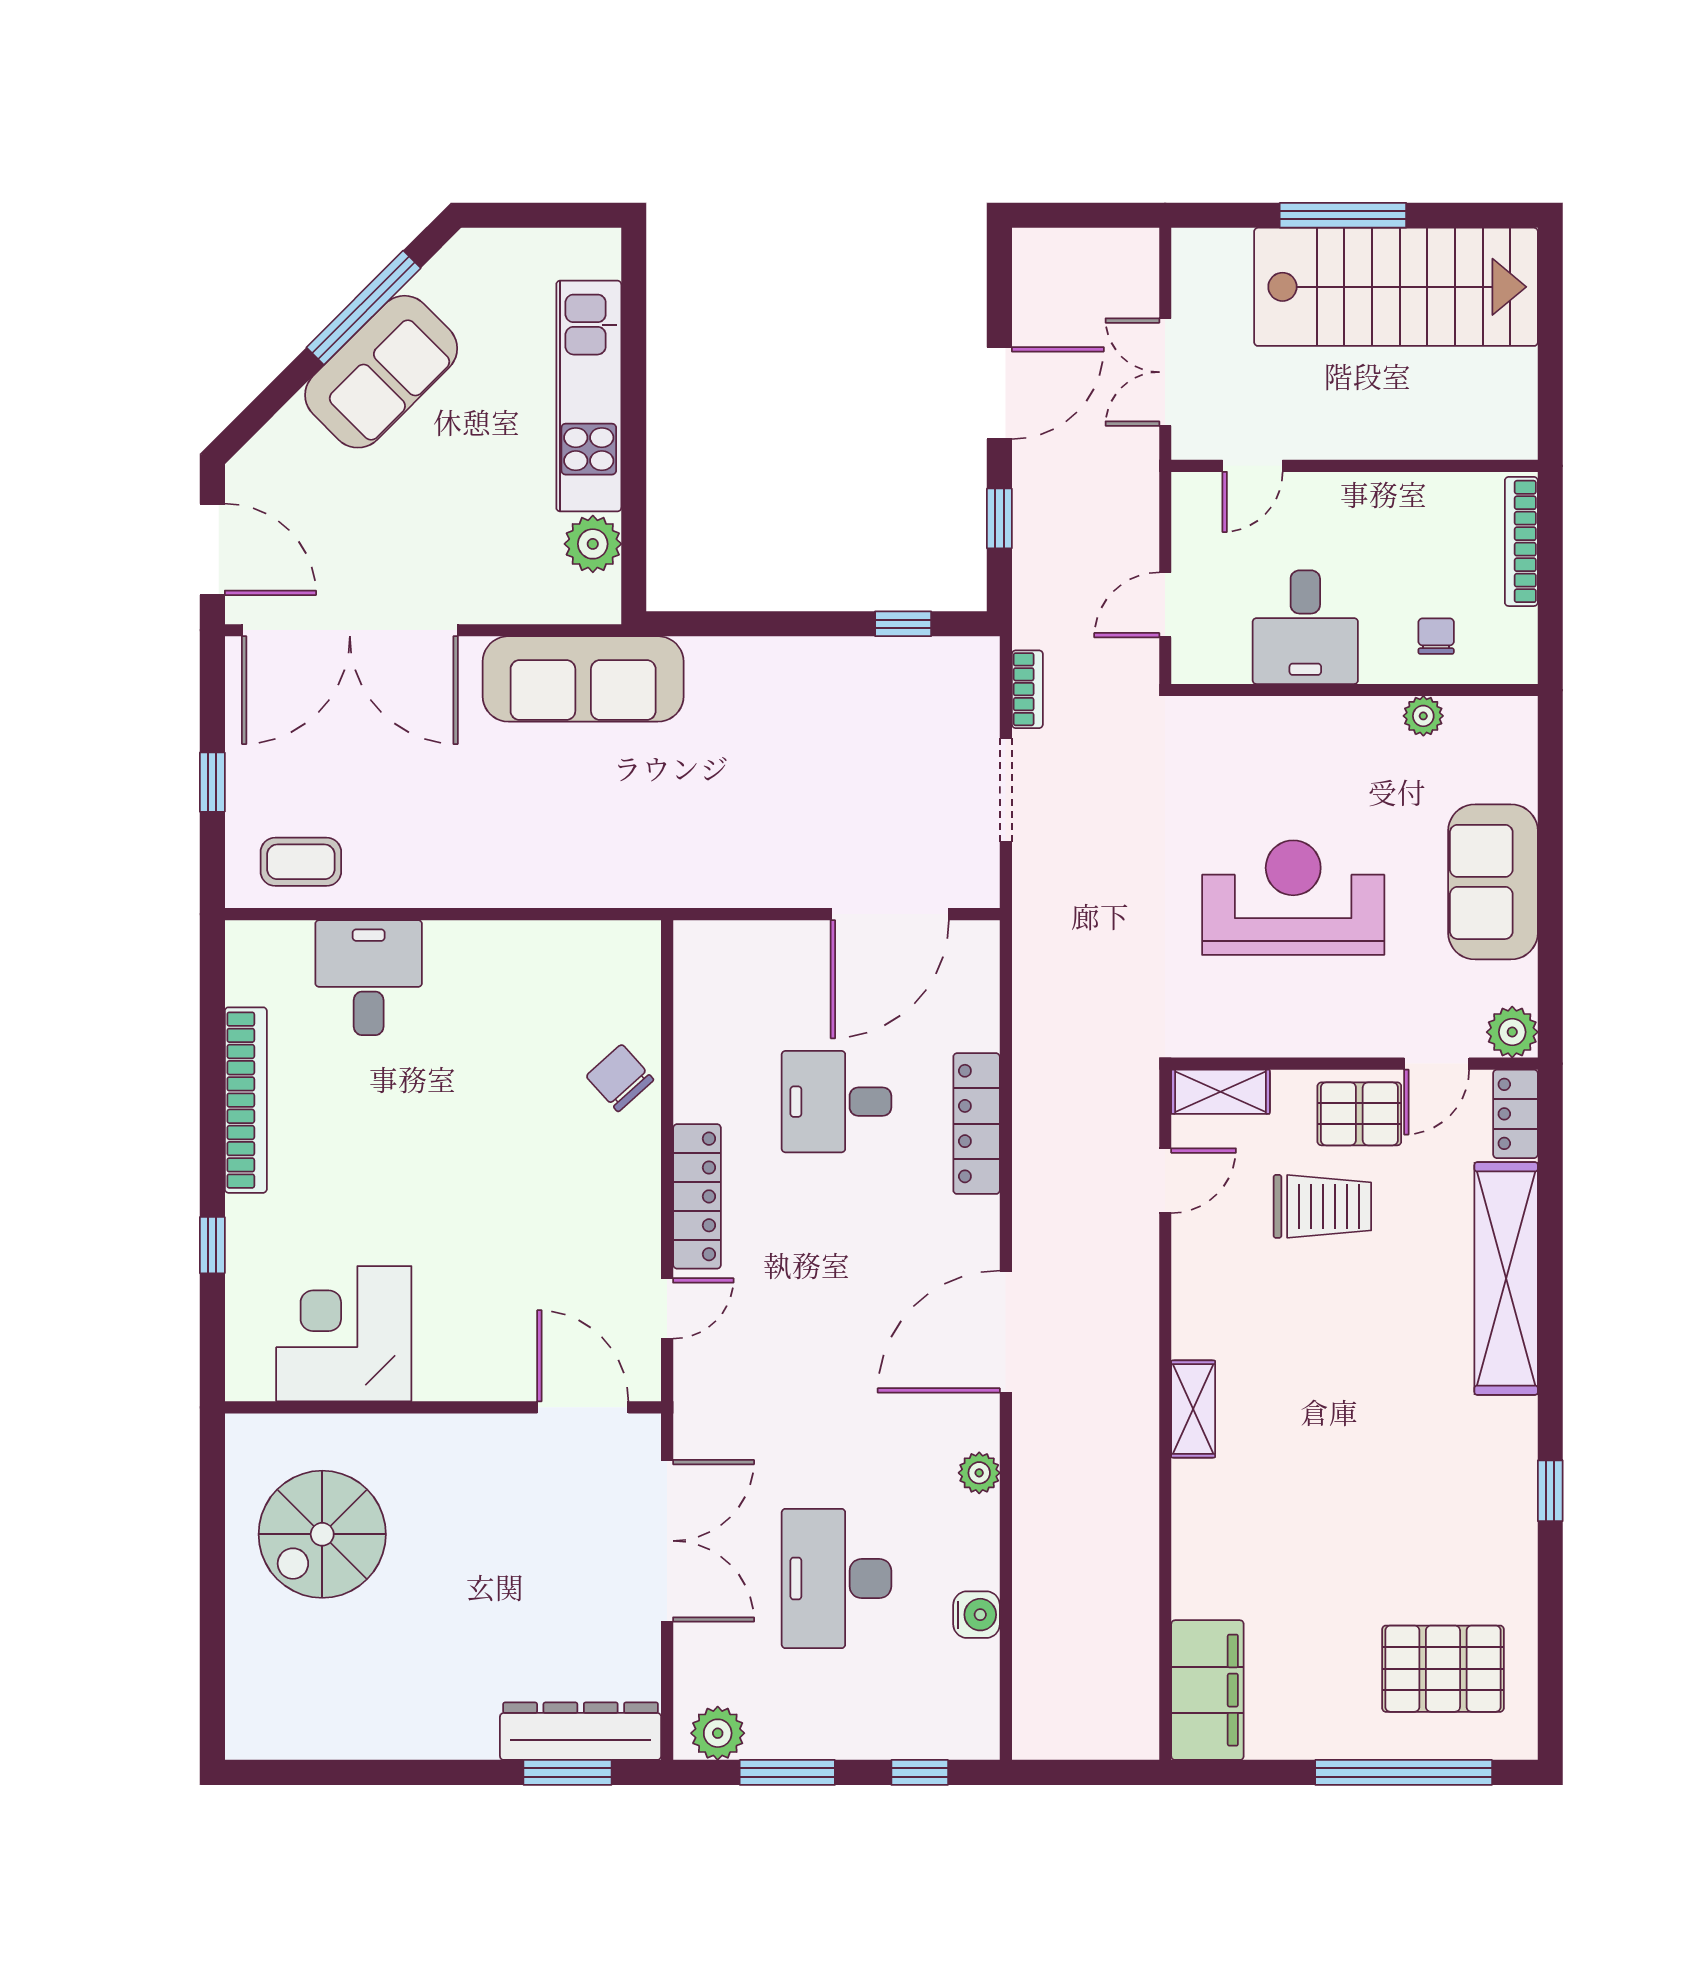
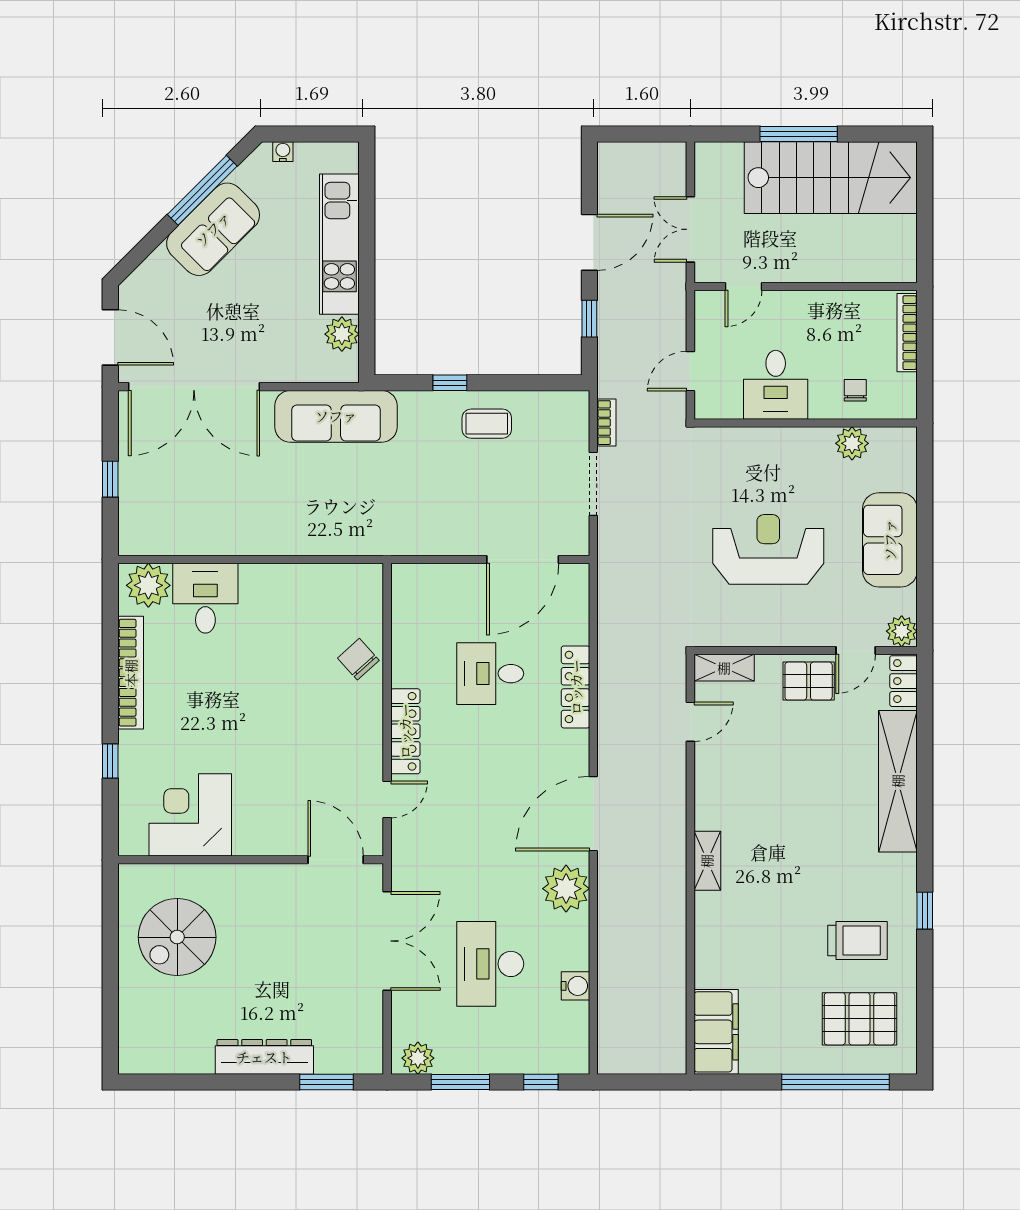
water cooler: (496, 244) -> (283, 152), added
window: (903, 624) -> (450, 383), moved
plant: (1423, 716) -> (852, 443), width x1.38, depth x1.38
coffee table: (301, 862) -> (487, 424), moved
plant: (275, 956) -> (148, 585), added
trolley: (1322, 1206) -> (857, 940), moved
plant: (979, 1473) -> (566, 889), width x1.88, depth x1.88
dresser: (581, 1731) -> (264, 1057), moved

